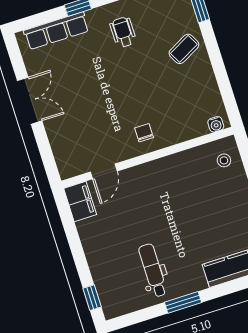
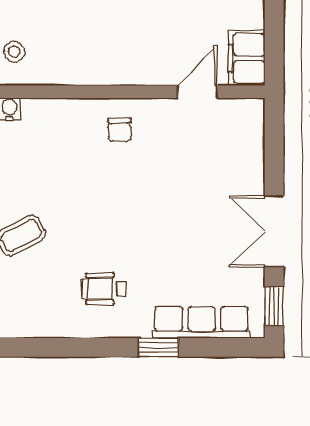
wheelchair: (123, 32) -> (103, 289), turned 90
window: (15, 55) -> (274, 306), added

